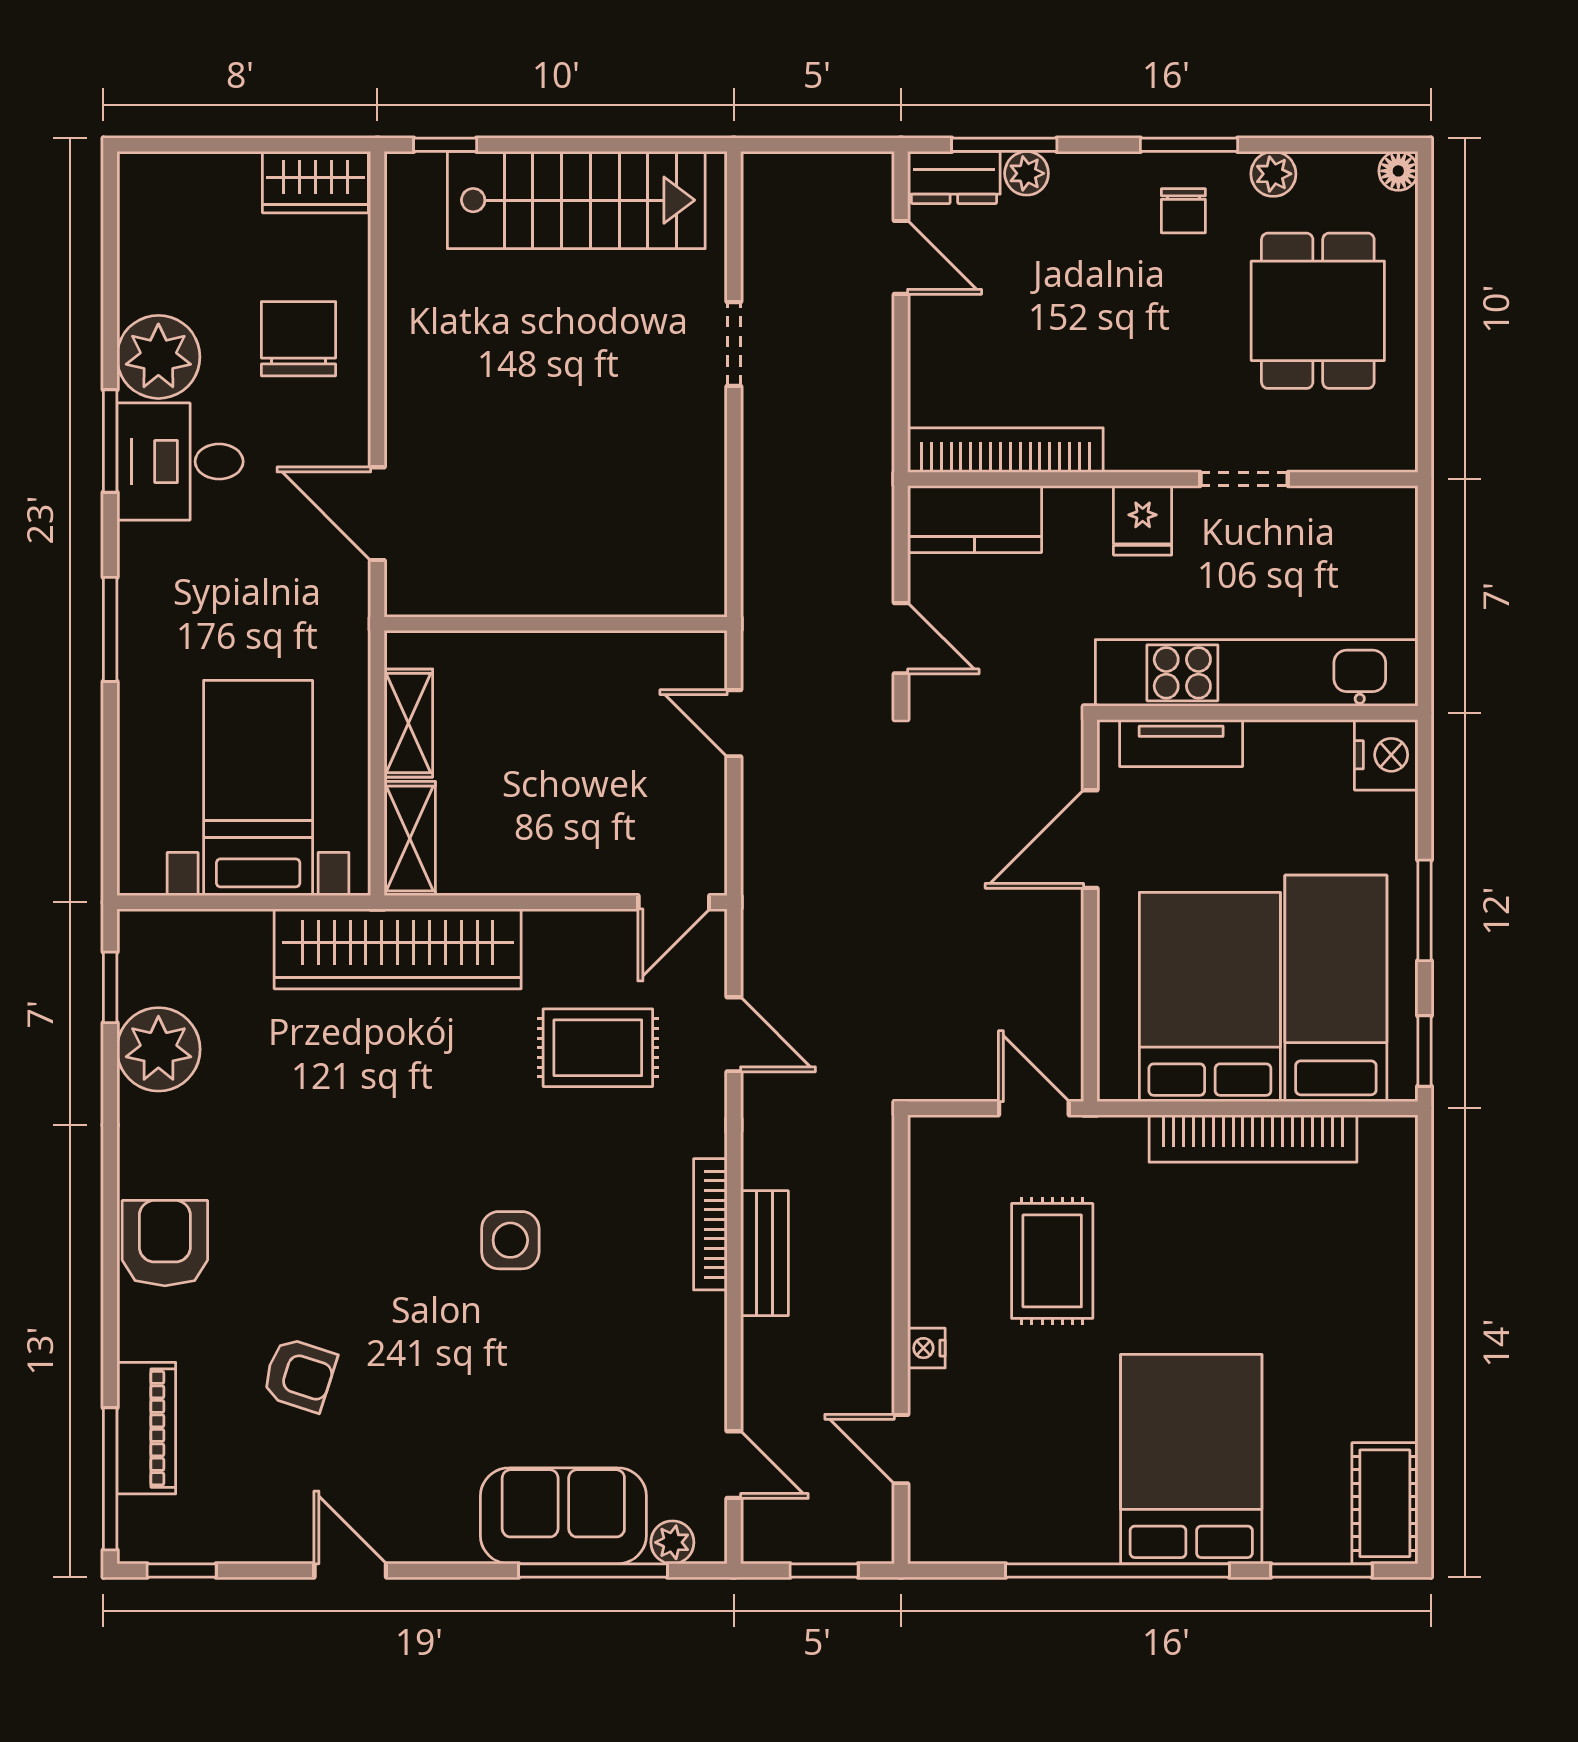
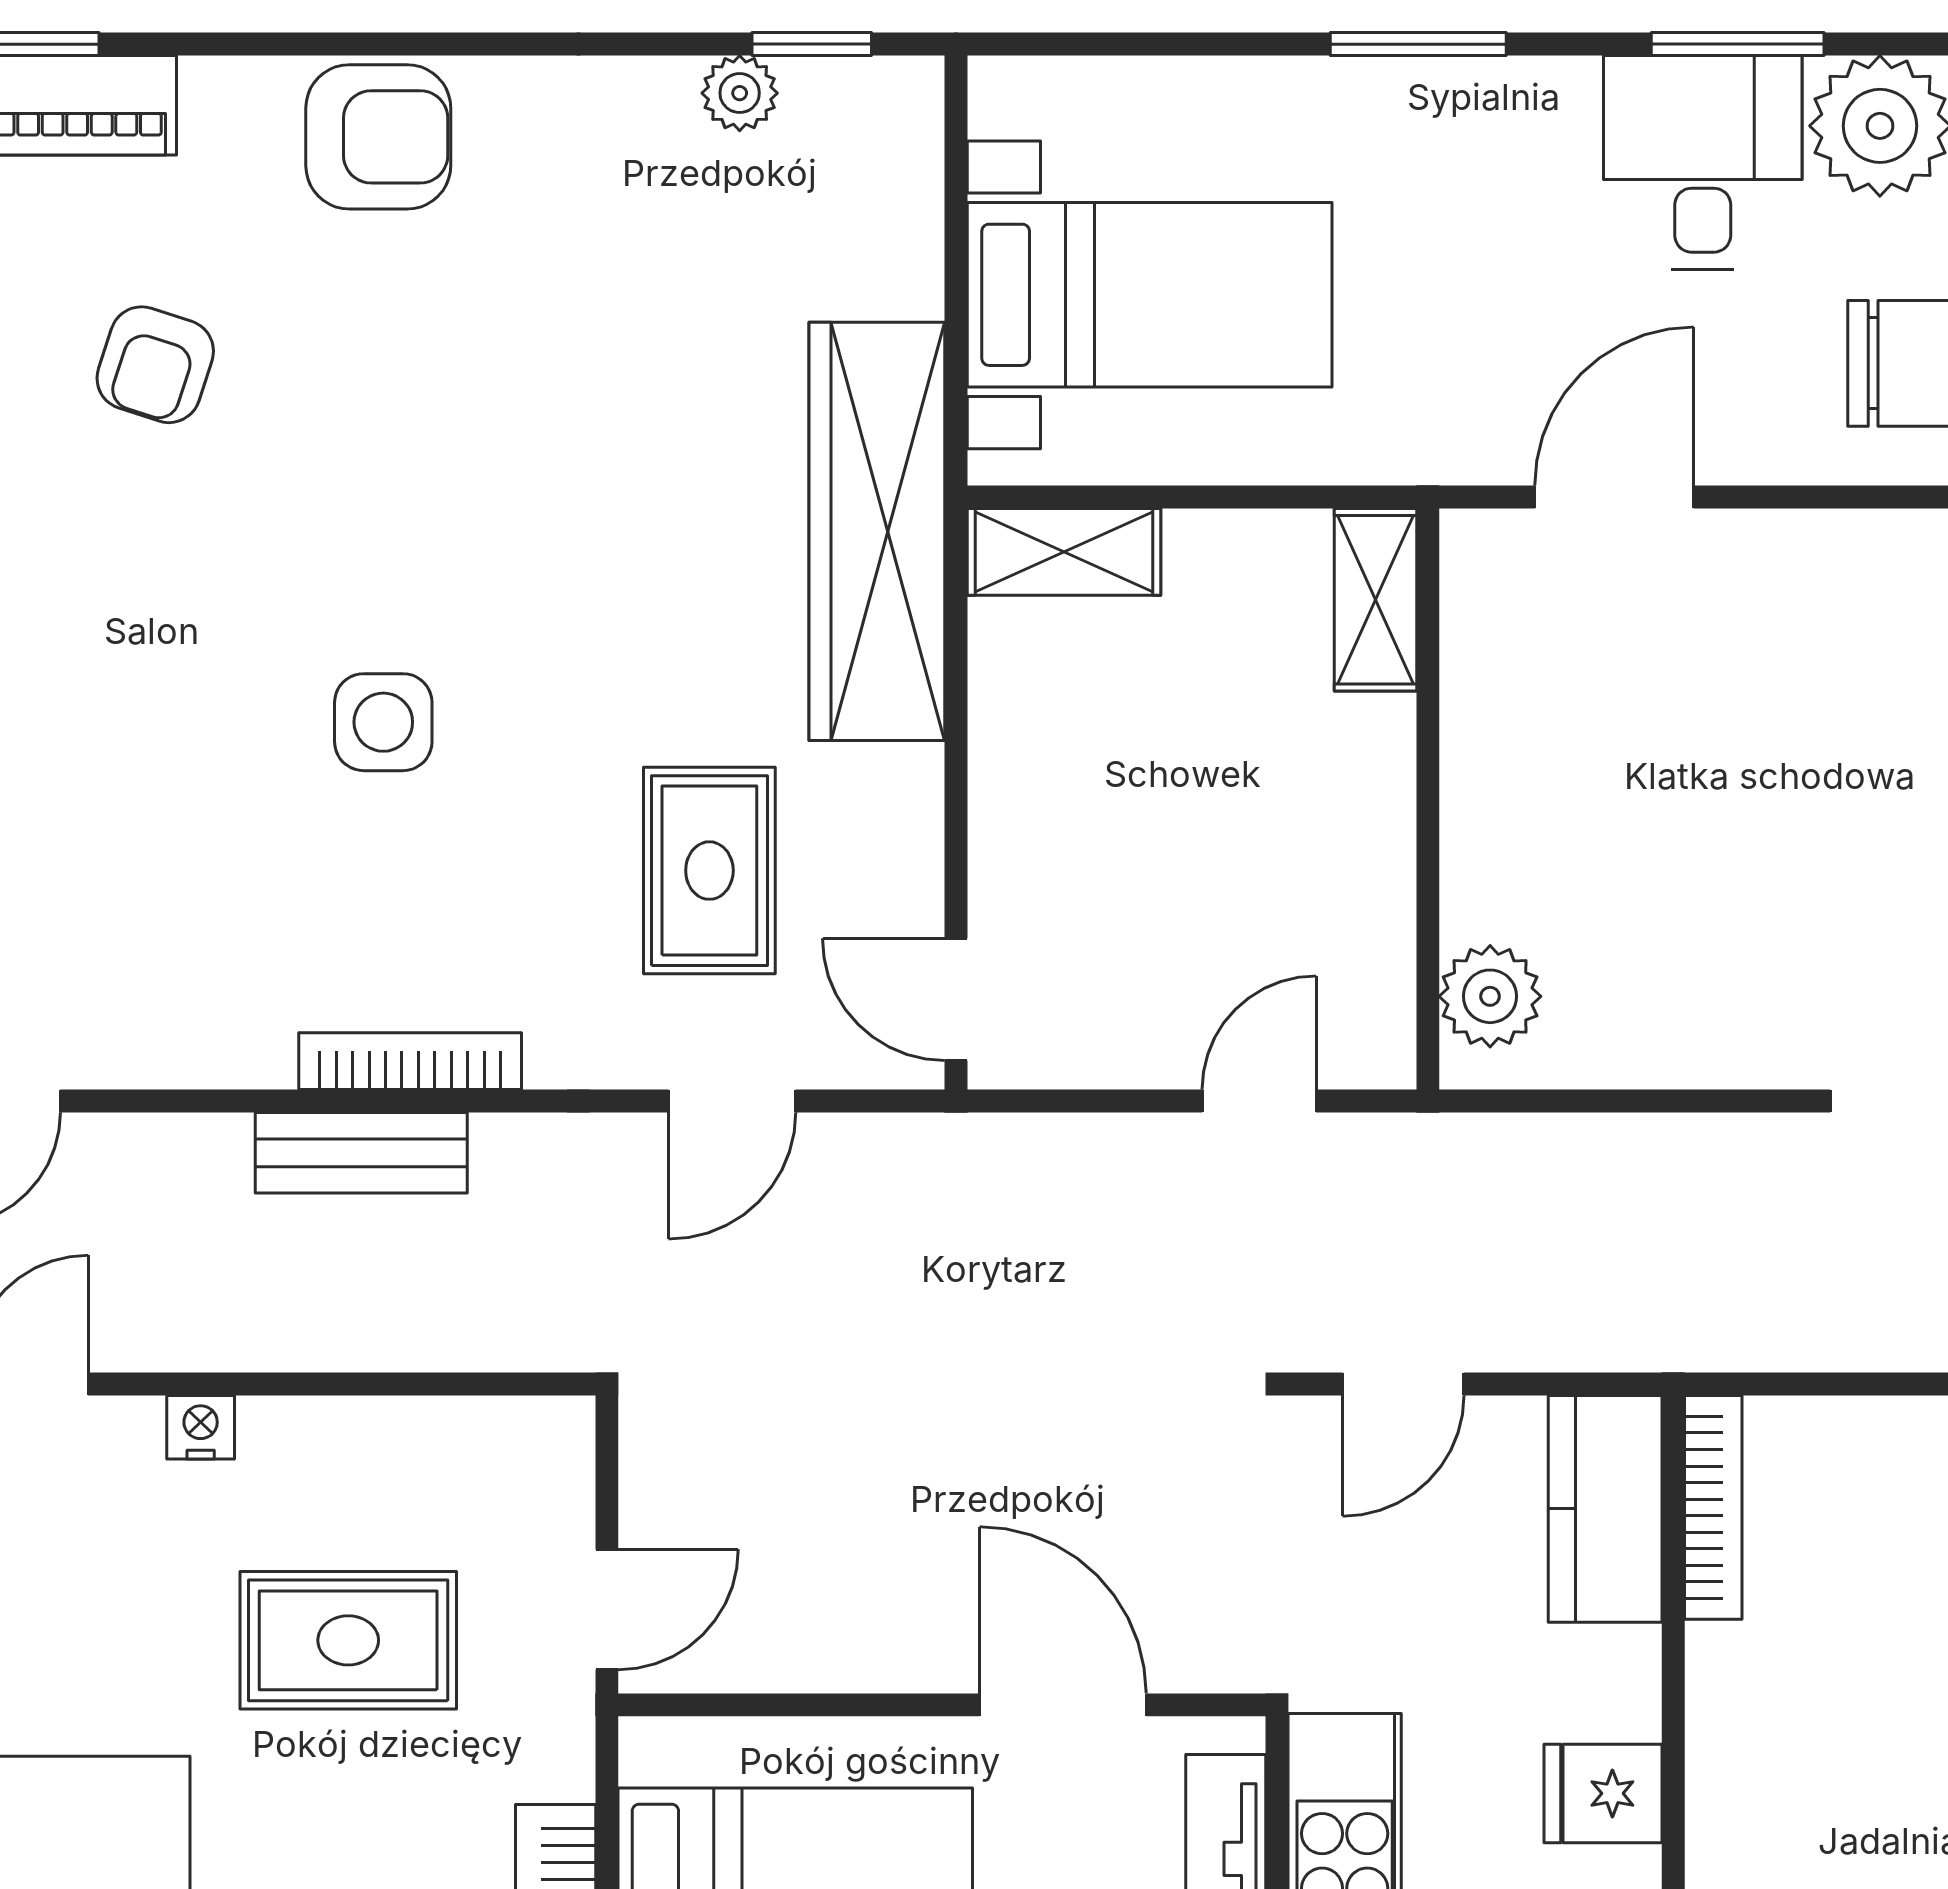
bookcase: (1005, 450) -> (1713, 1507), width x0.68, depth x0.76
plant: (672, 587) -> (1490, 996), added
shelving: (408, 723) -> (1375, 600), moved, turned 90
plant: (158, 1049) -> (740, 93), width x0.53, depth x0.53

